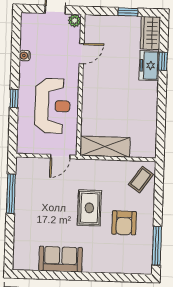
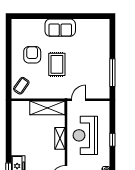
shelving: (89, 103) -> (60, 138), added
window: (157, 246) -> (9, 39), removed
sofa: (61, 259) -> (60, 28), moved

